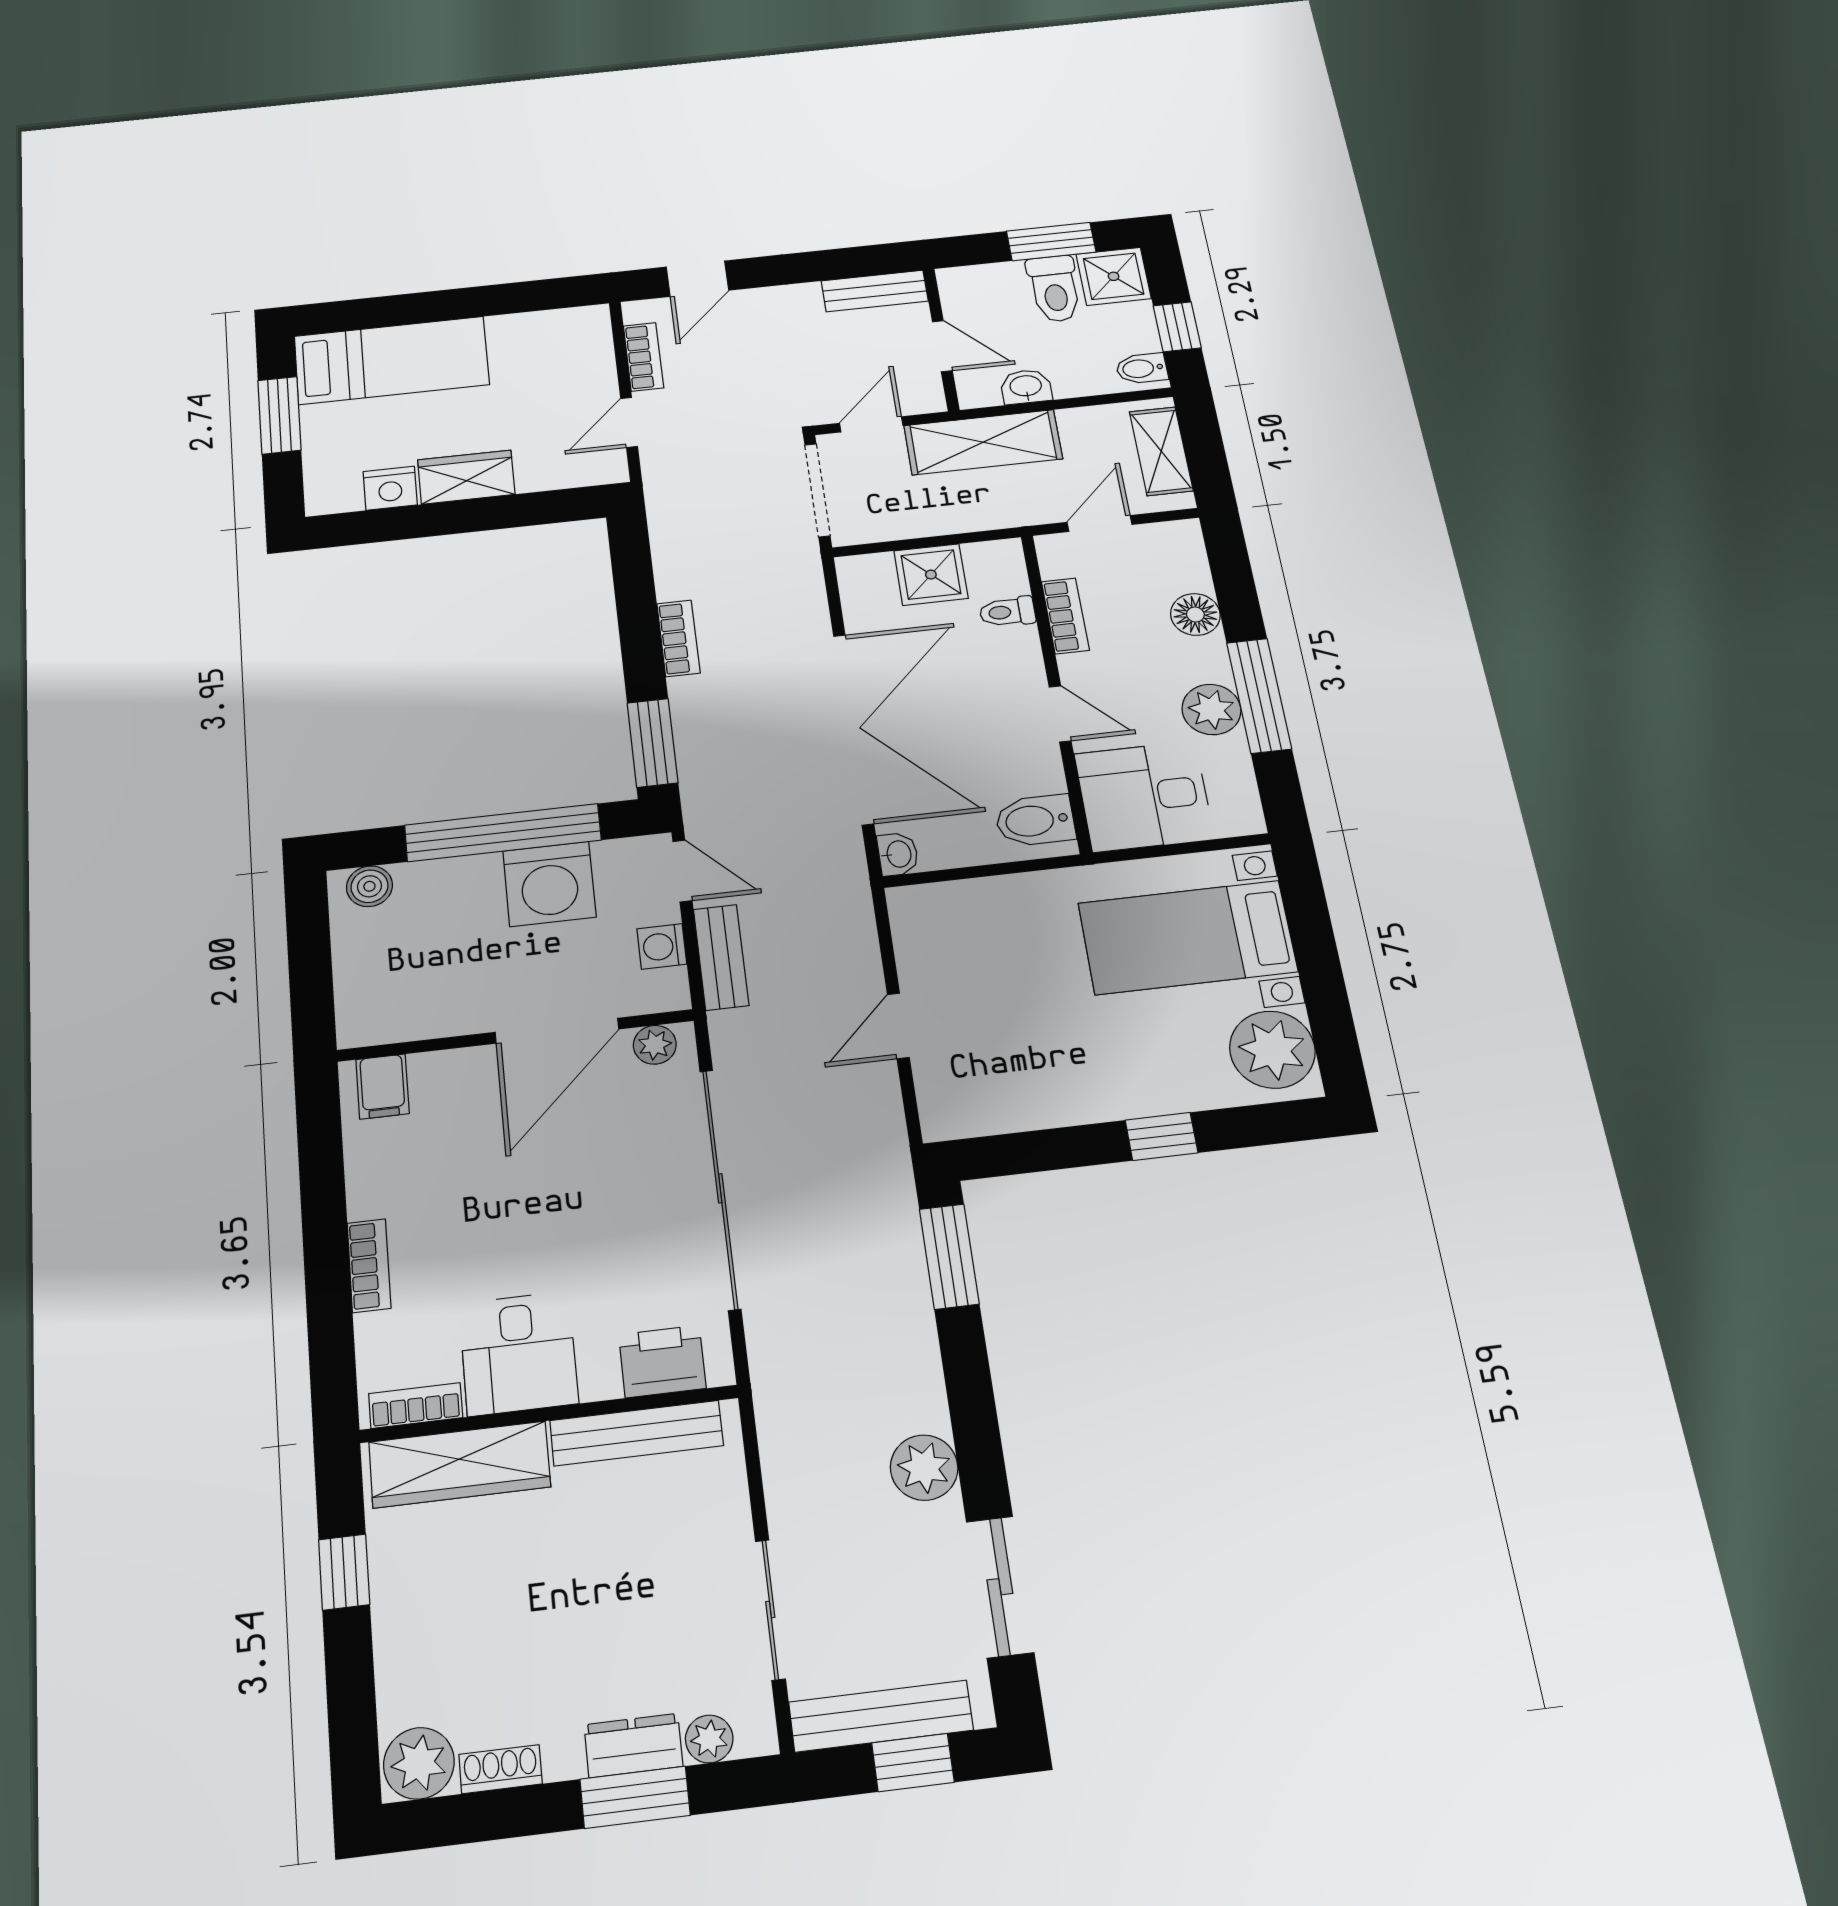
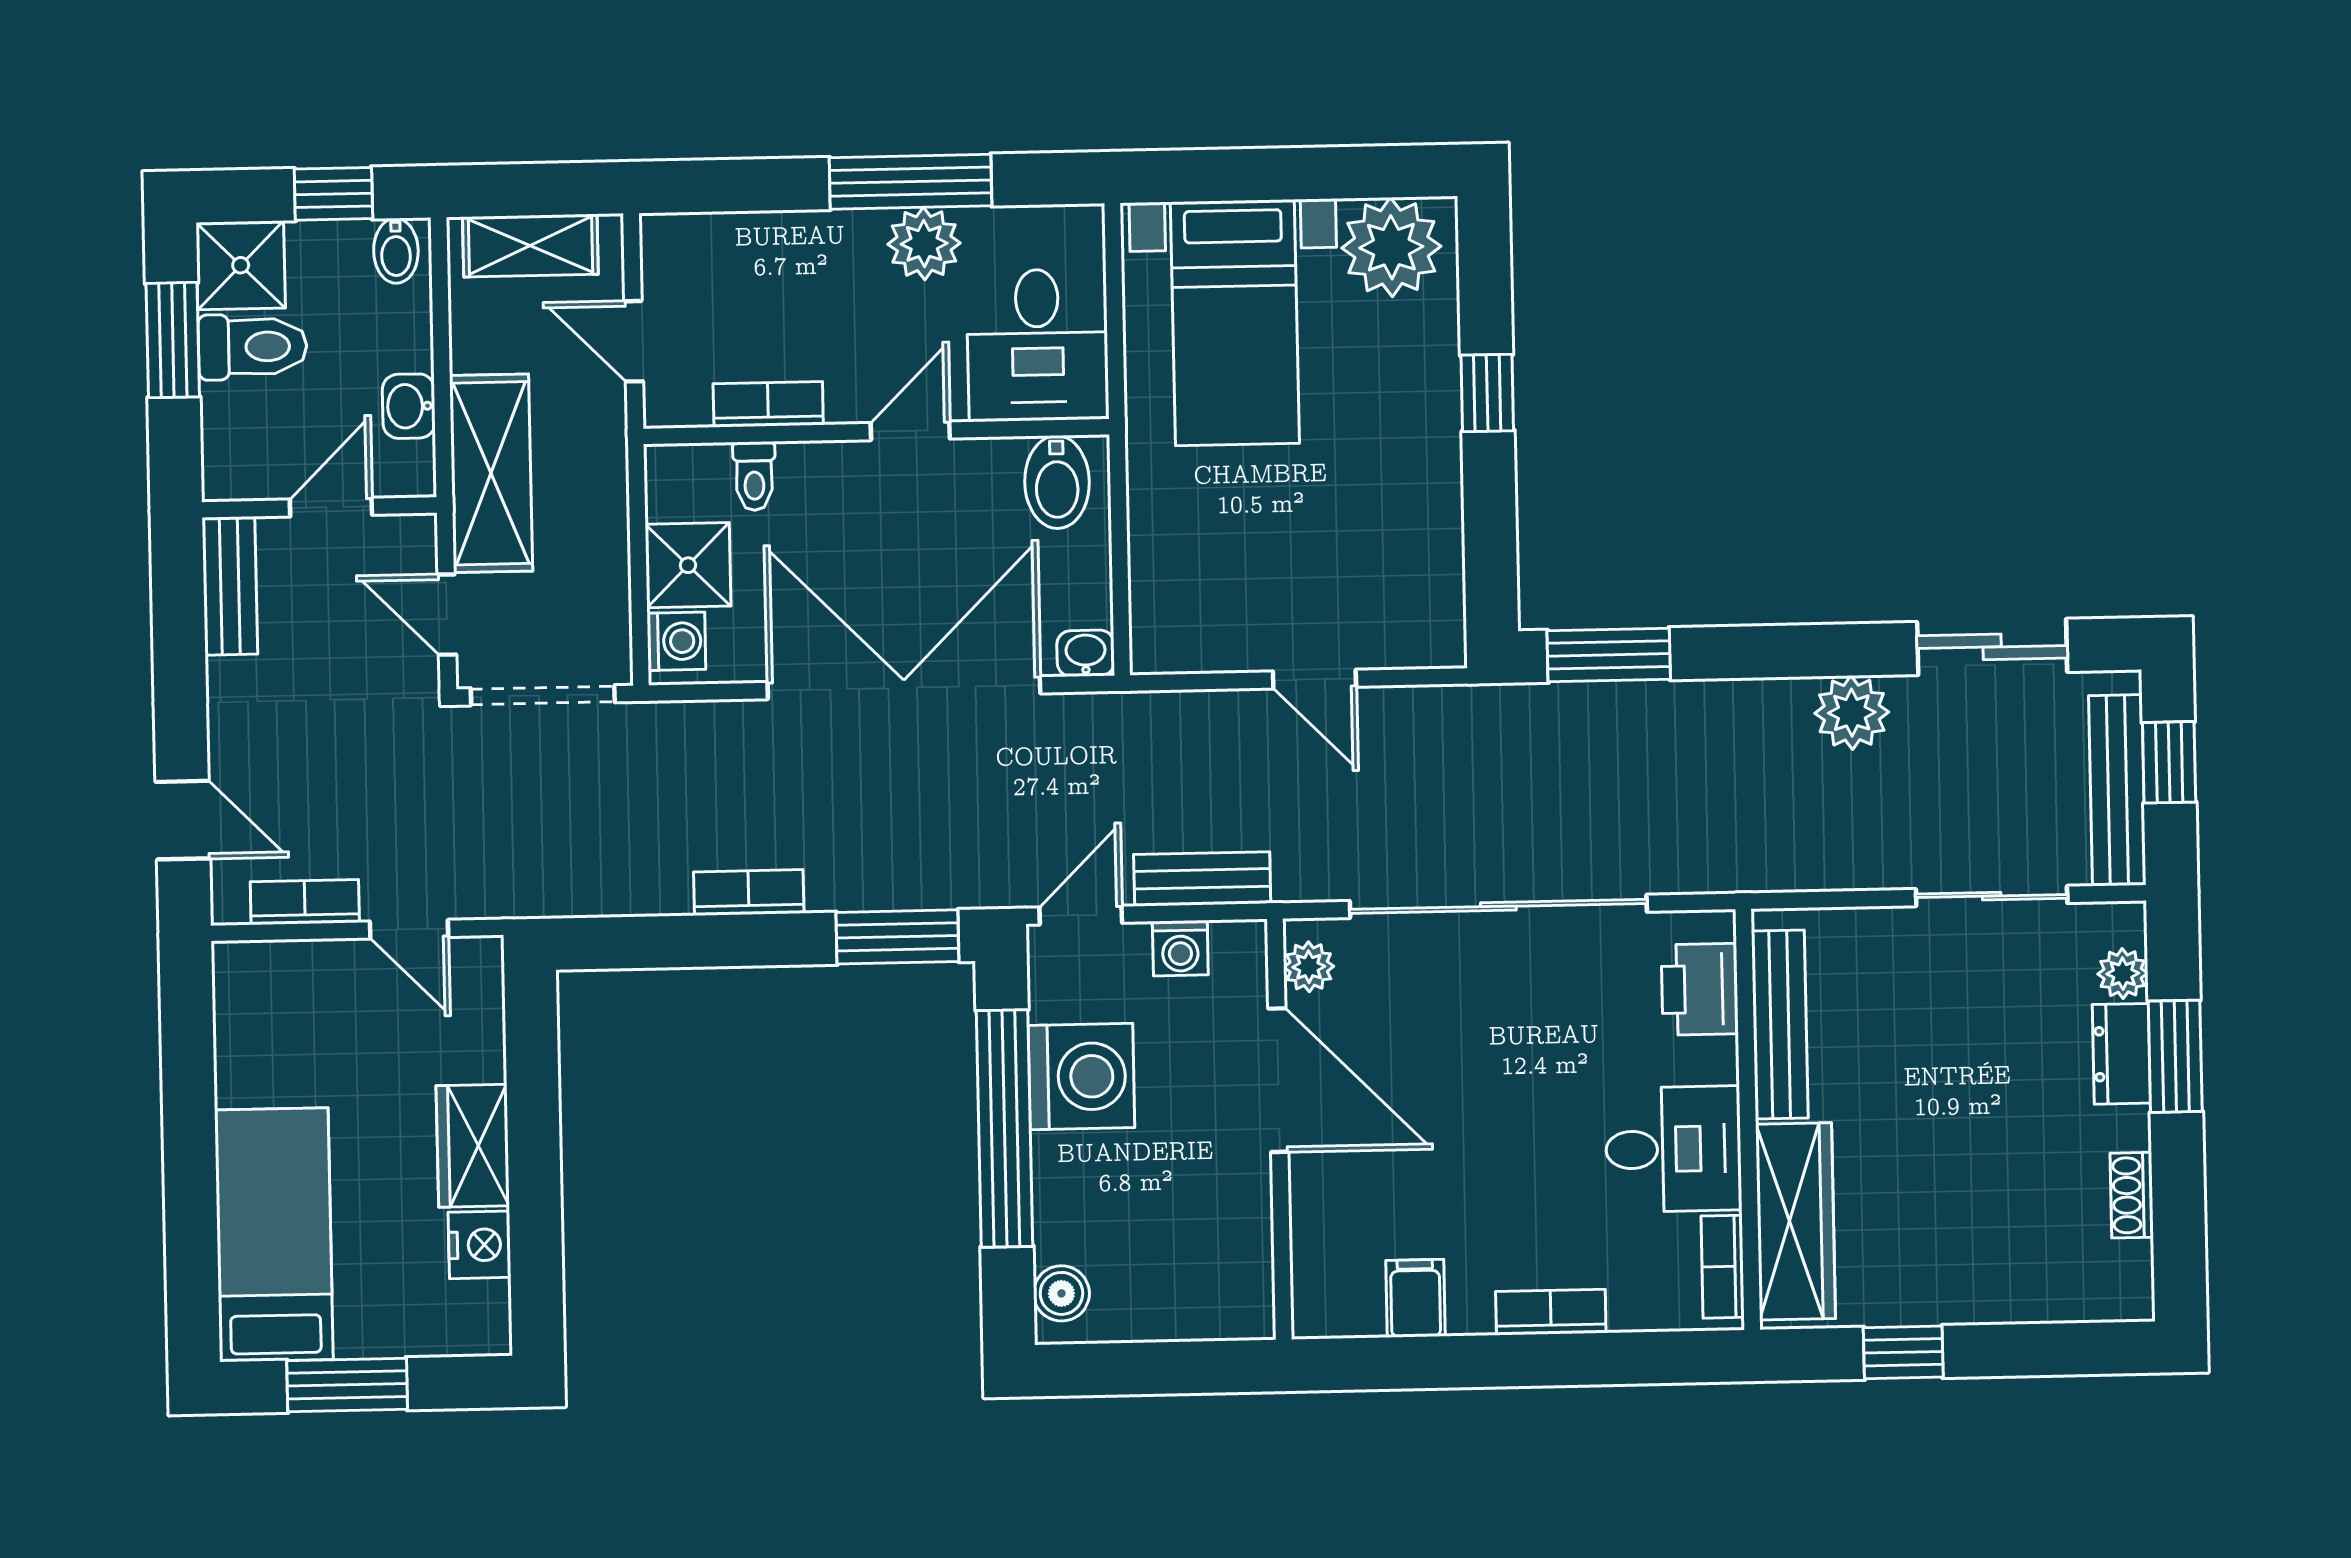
washing machine: (870, 572) -> (676, 641), added
floor lamp: (1195, 614) -> (784, 241), removed
filing cabinet: (382, 1086) -> (1416, 1298), moved, turned -90
plant: (419, 1763) -> (2117, 1281), removed

